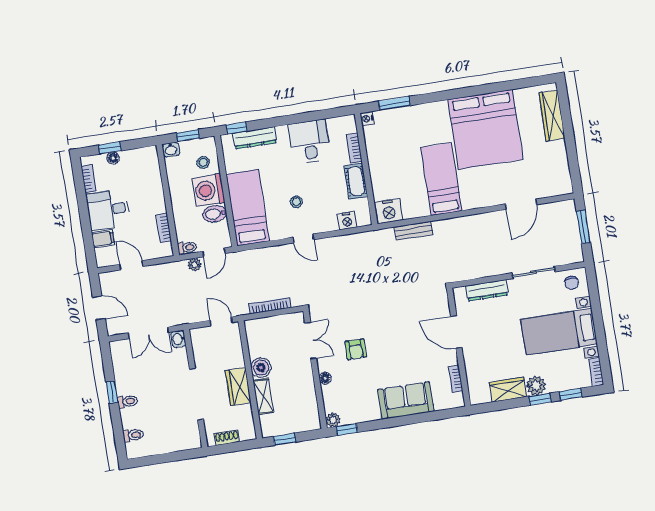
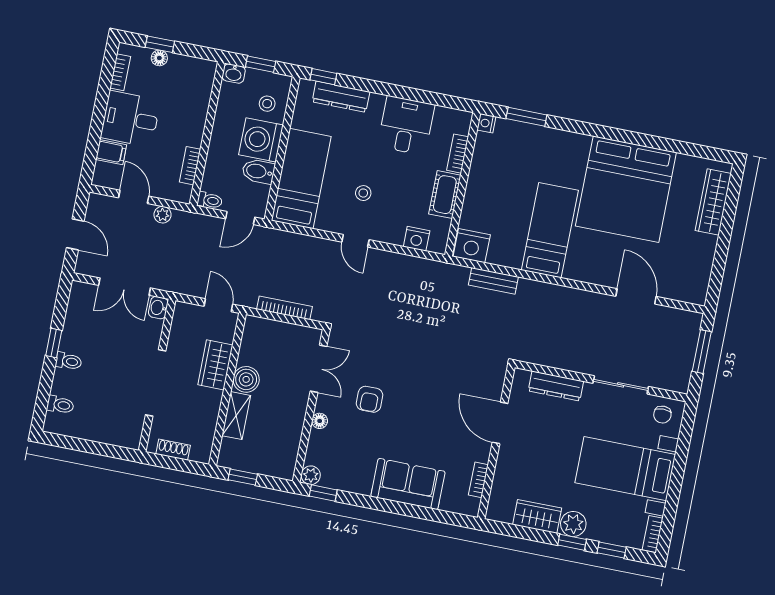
door: (521, 204) -> (636, 296), swing flipped
plant: (195, 265) -> (163, 215), moved
wardrobe: (238, 387) -> (215, 365), moved

